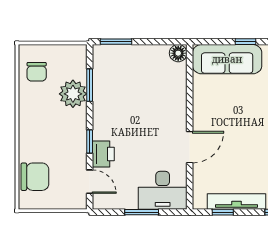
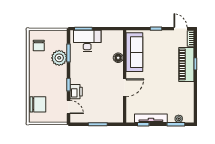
floor lamp: (178, 53) -> (118, 58), moved
sofa: (227, 59) -> (134, 52), moved, turned -90
desk: (163, 190) -> (87, 41), moved, turned 180

